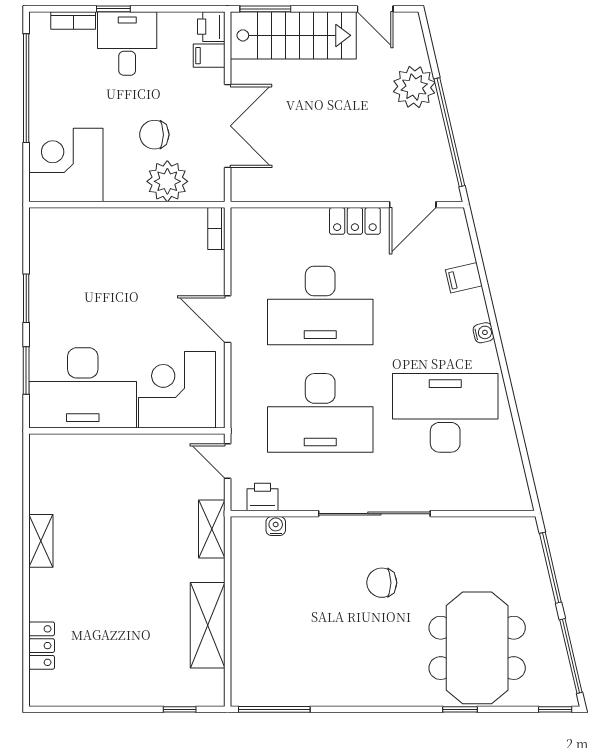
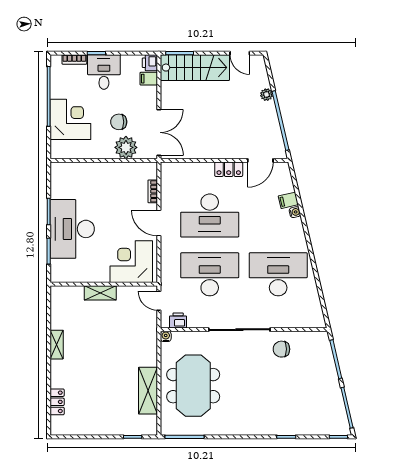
plant: (414, 87) -> (266, 95), width x0.53, depth x0.53
double door: (228, 126) -> (159, 132), moved
corner desk: (66, 165) -> (70, 119), moved, turned 90
bookcase: (216, 229) -> (153, 191), moved
water cooler: (483, 333) -> (295, 212), moved
desk: (83, 388) -> (72, 229), moved, turned 90
desk: (320, 413) -> (210, 274), turned 180
water cooler: (276, 526) -> (166, 336), moved
shelving: (212, 529) -> (100, 293), moved, turned 90
chair: (382, 583) -> (281, 349), moved
meeting table: (477, 648) -> (193, 386), moved

